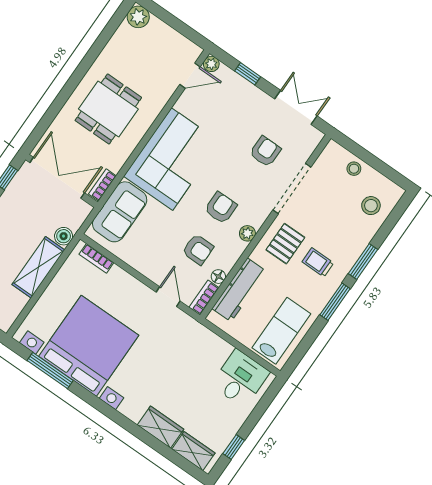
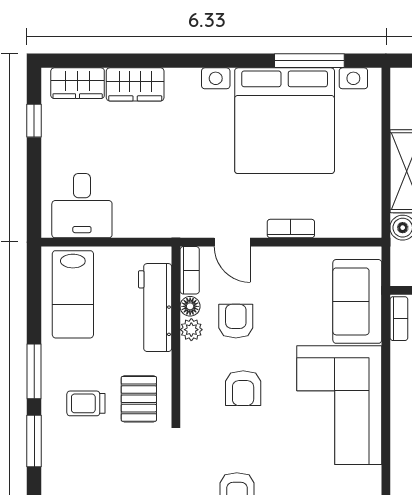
plant: (247, 233) -> (191, 330), moved
armchair: (198, 249) -> (236, 321), turned 90
bookcase: (96, 258) -> (291, 229), moved
trolley: (318, 262) -> (86, 403), turned 180

